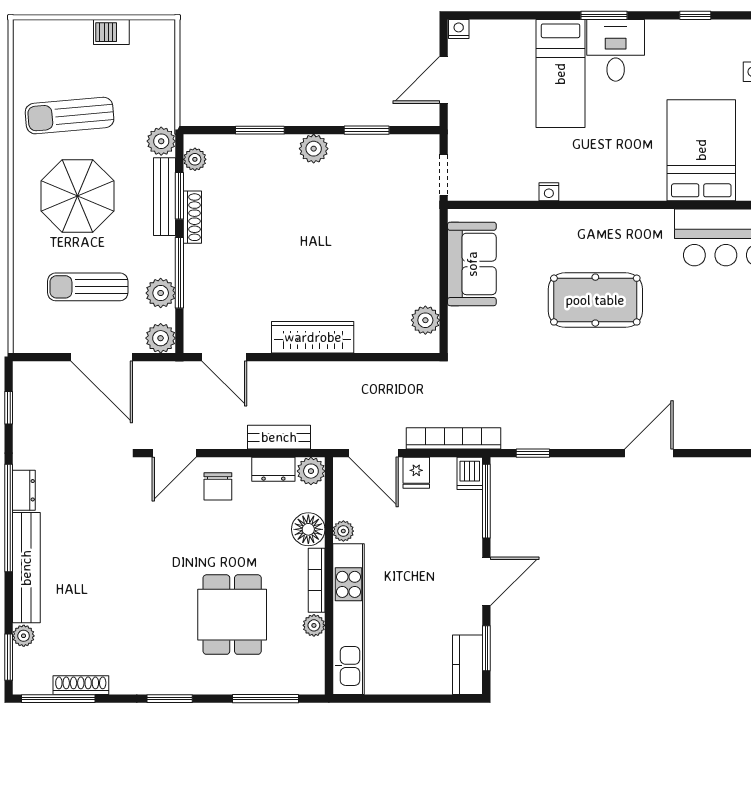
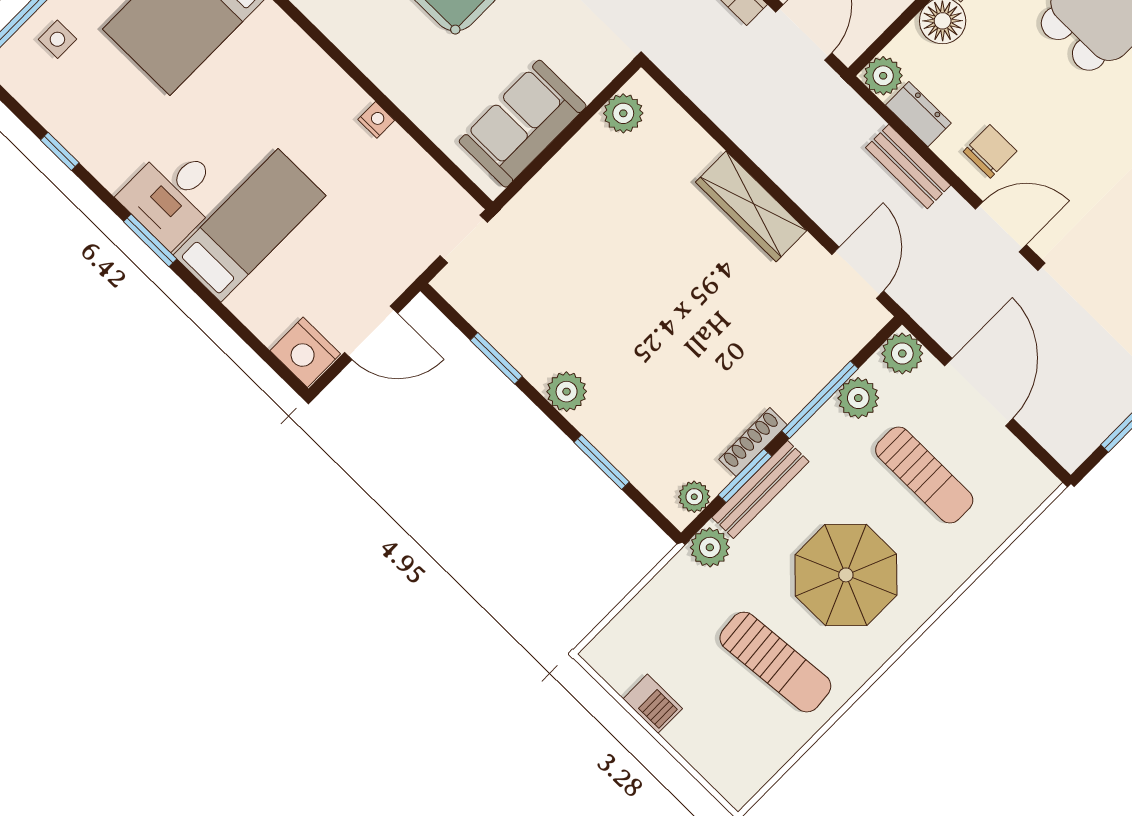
nightstand: (459, 29) -> (305, 352), width x1.89, depth x1.79
bench: (279, 437) -> (908, 166), moved

